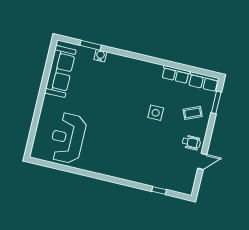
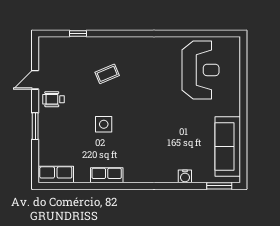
window: (91, 45) -> (219, 186), moved
row of seats: (176, 74) -> (107, 175), moved
window: (216, 102) -> (35, 126), moved
coffee table: (193, 113) -> (107, 74), moved

